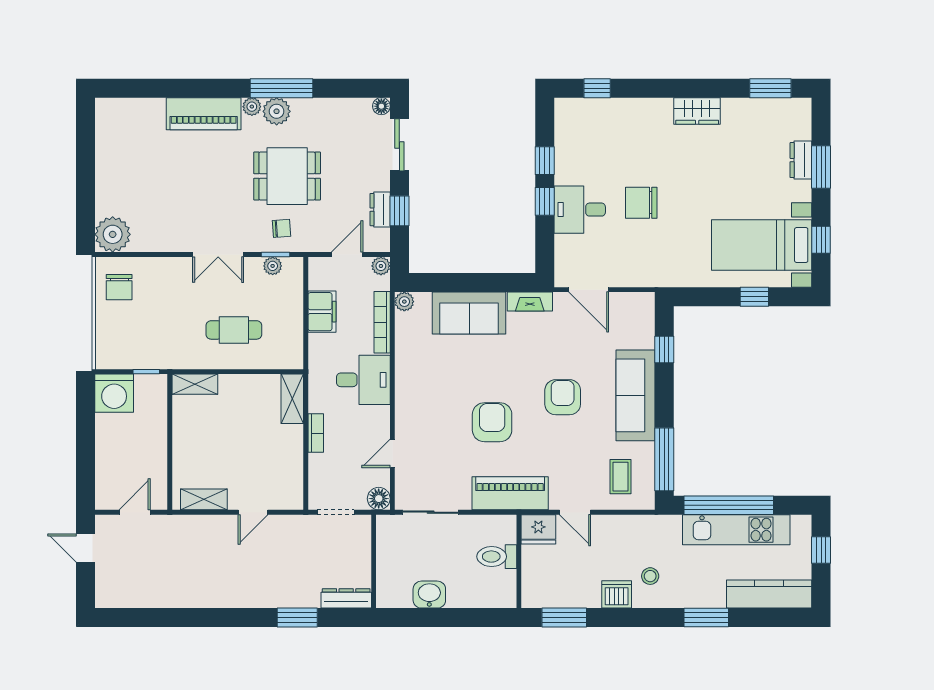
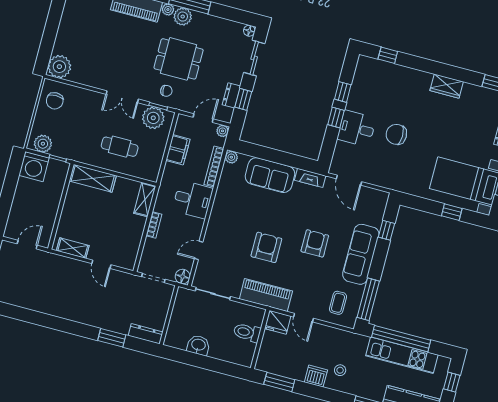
plant: (273, 266) -> (153, 118), width x1.87, depth x1.87
plant: (118, 356) -> (43, 144), added
shelving: (195, 384) -> (93, 178), width x1.50, depth x1.33
door: (253, 512) -> (101, 264), hinge flipped

